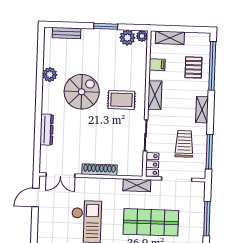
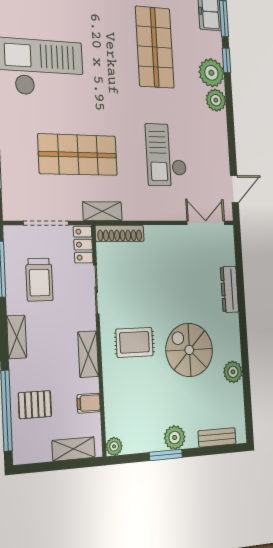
plant: (127, 38) -> (175, 437), moved
pallet: (193, 67) -> (35, 405), turned 90
spiral stairs: (82, 92) -> (189, 350), turned 90
shoe rack: (99, 170) -> (120, 233), moved

